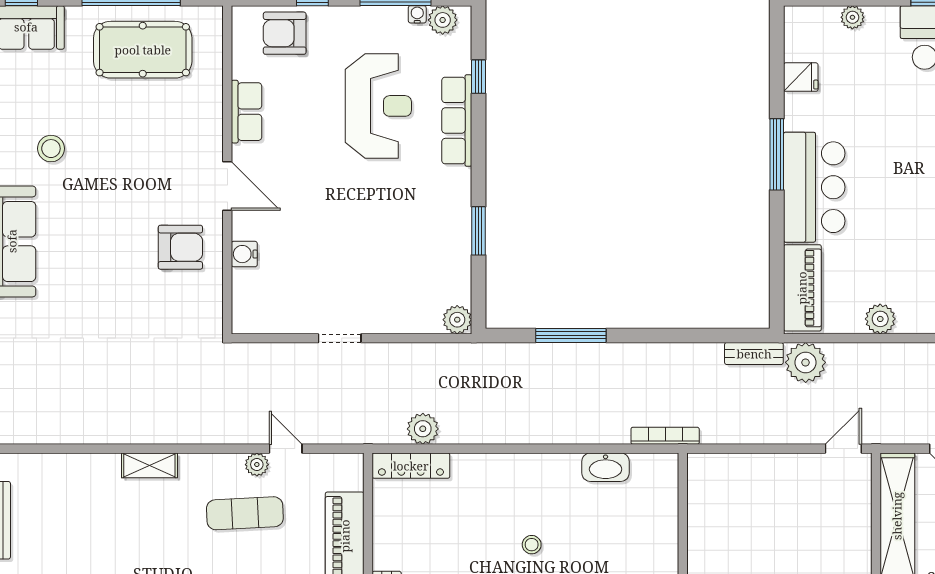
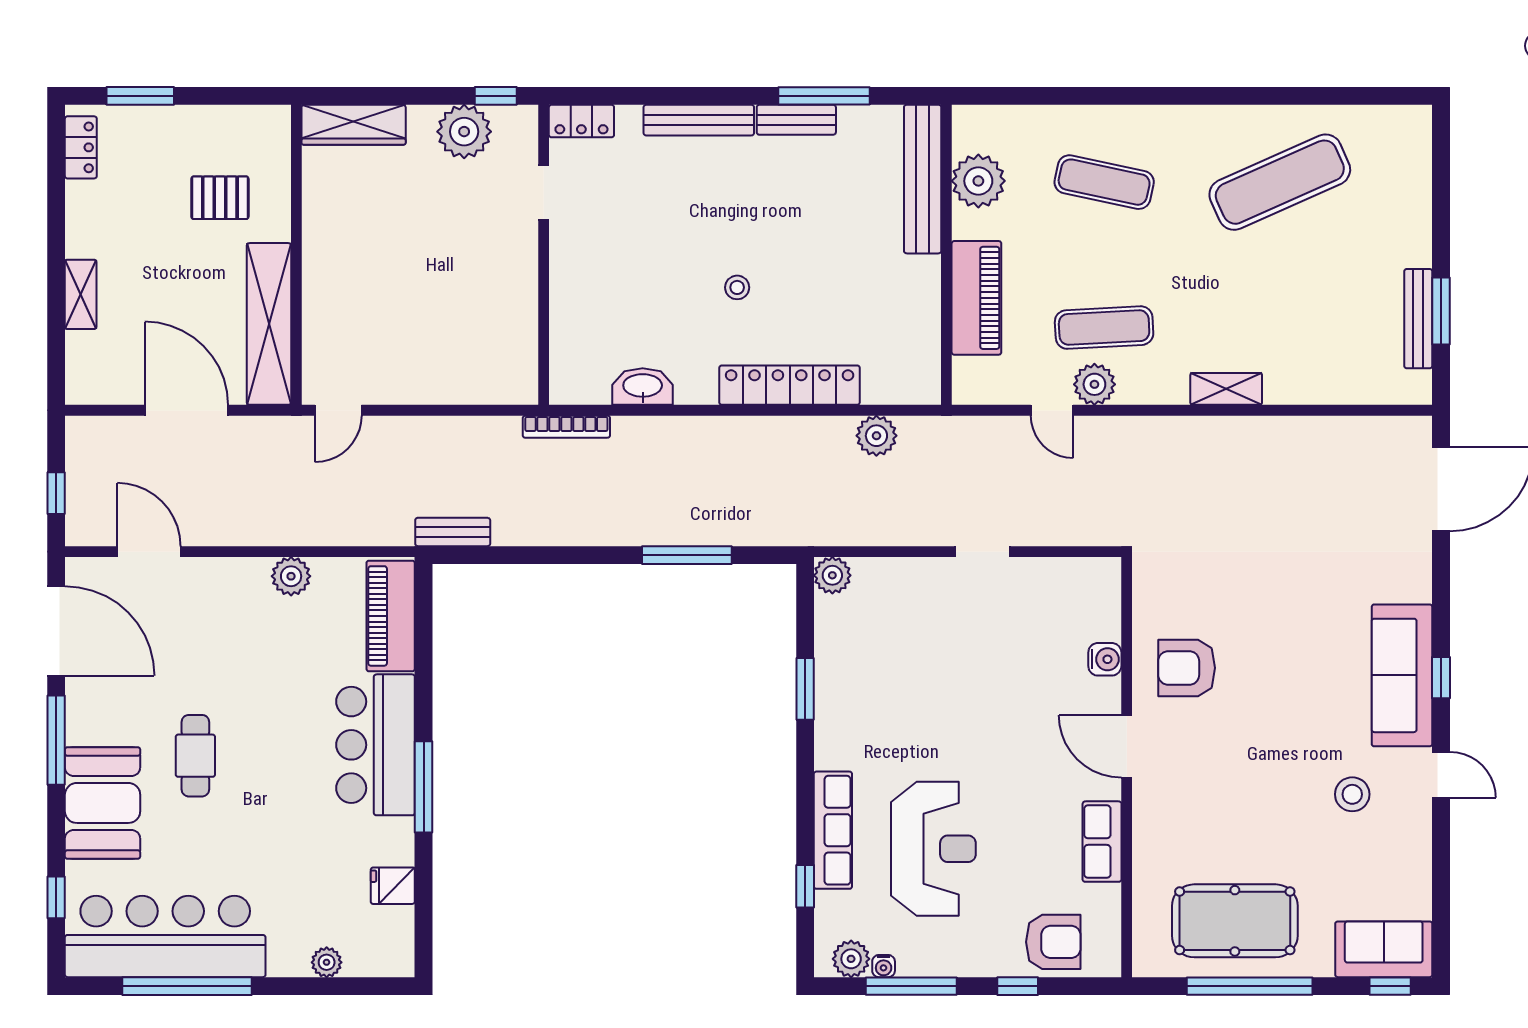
reception desk: (378, 106) -> (933, 849), turned 180
plant: (806, 362) -> (387, 521), removed
plant: (257, 465) -> (1094, 384), width x1.38, depth x1.38
locker: (411, 466) -> (790, 385), moved, width x1.41, depth x1.21

